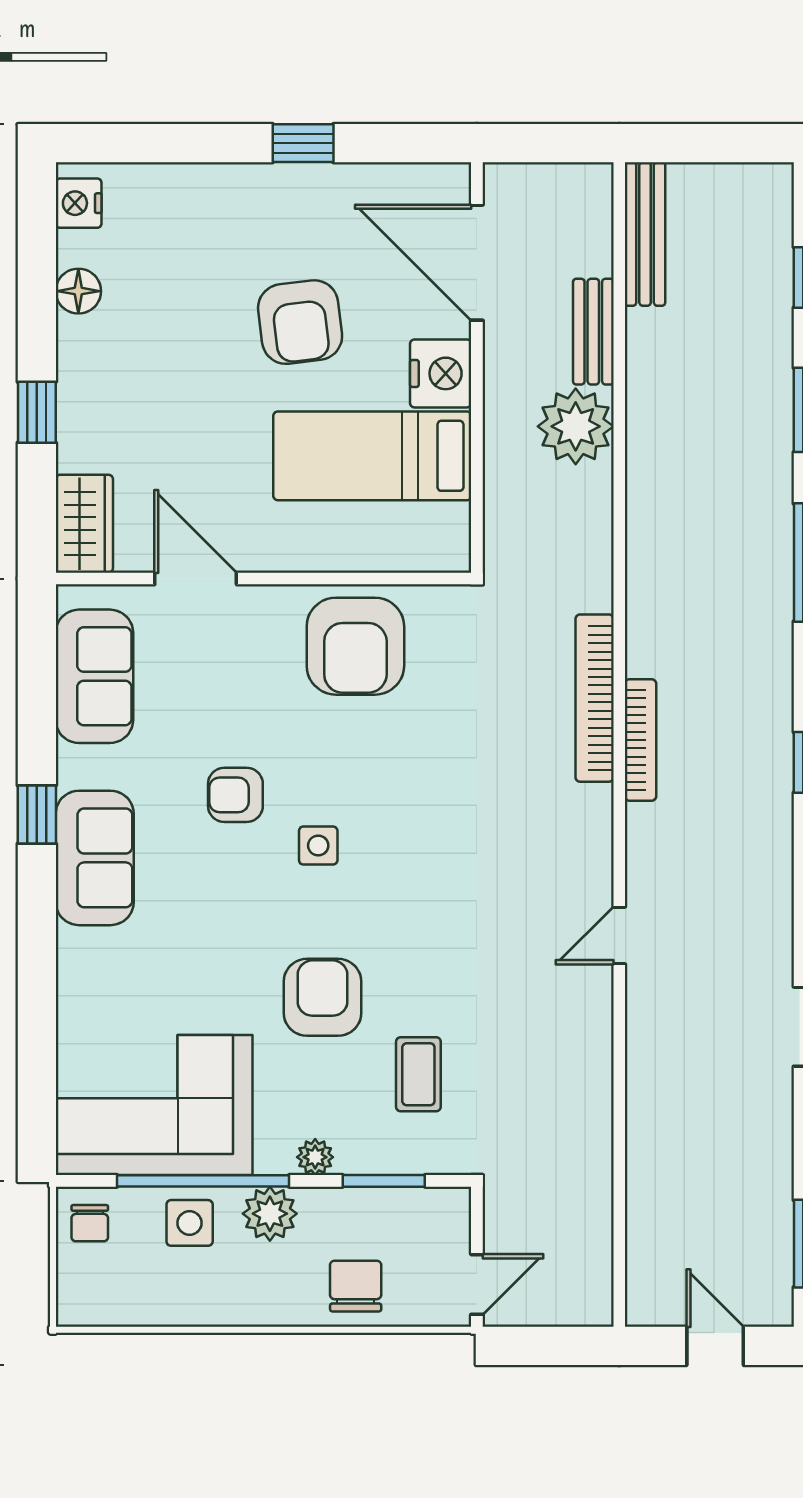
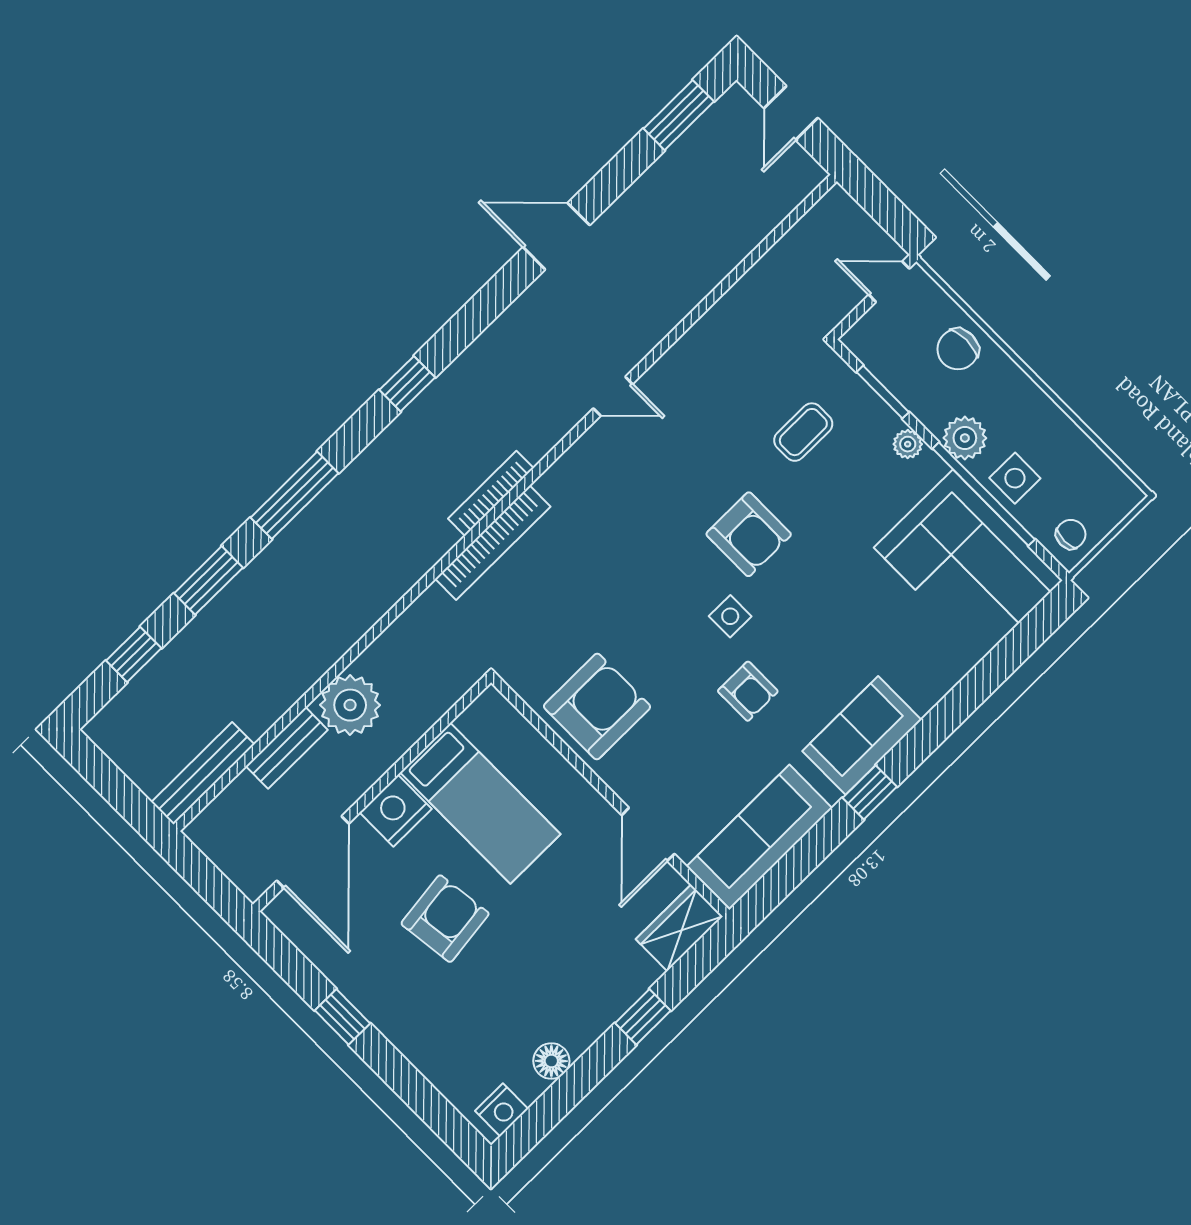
sofa: (94, 676) -> (760, 837), width x1.36
armchair: (322, 997) -> (749, 534), moved, turned -90

